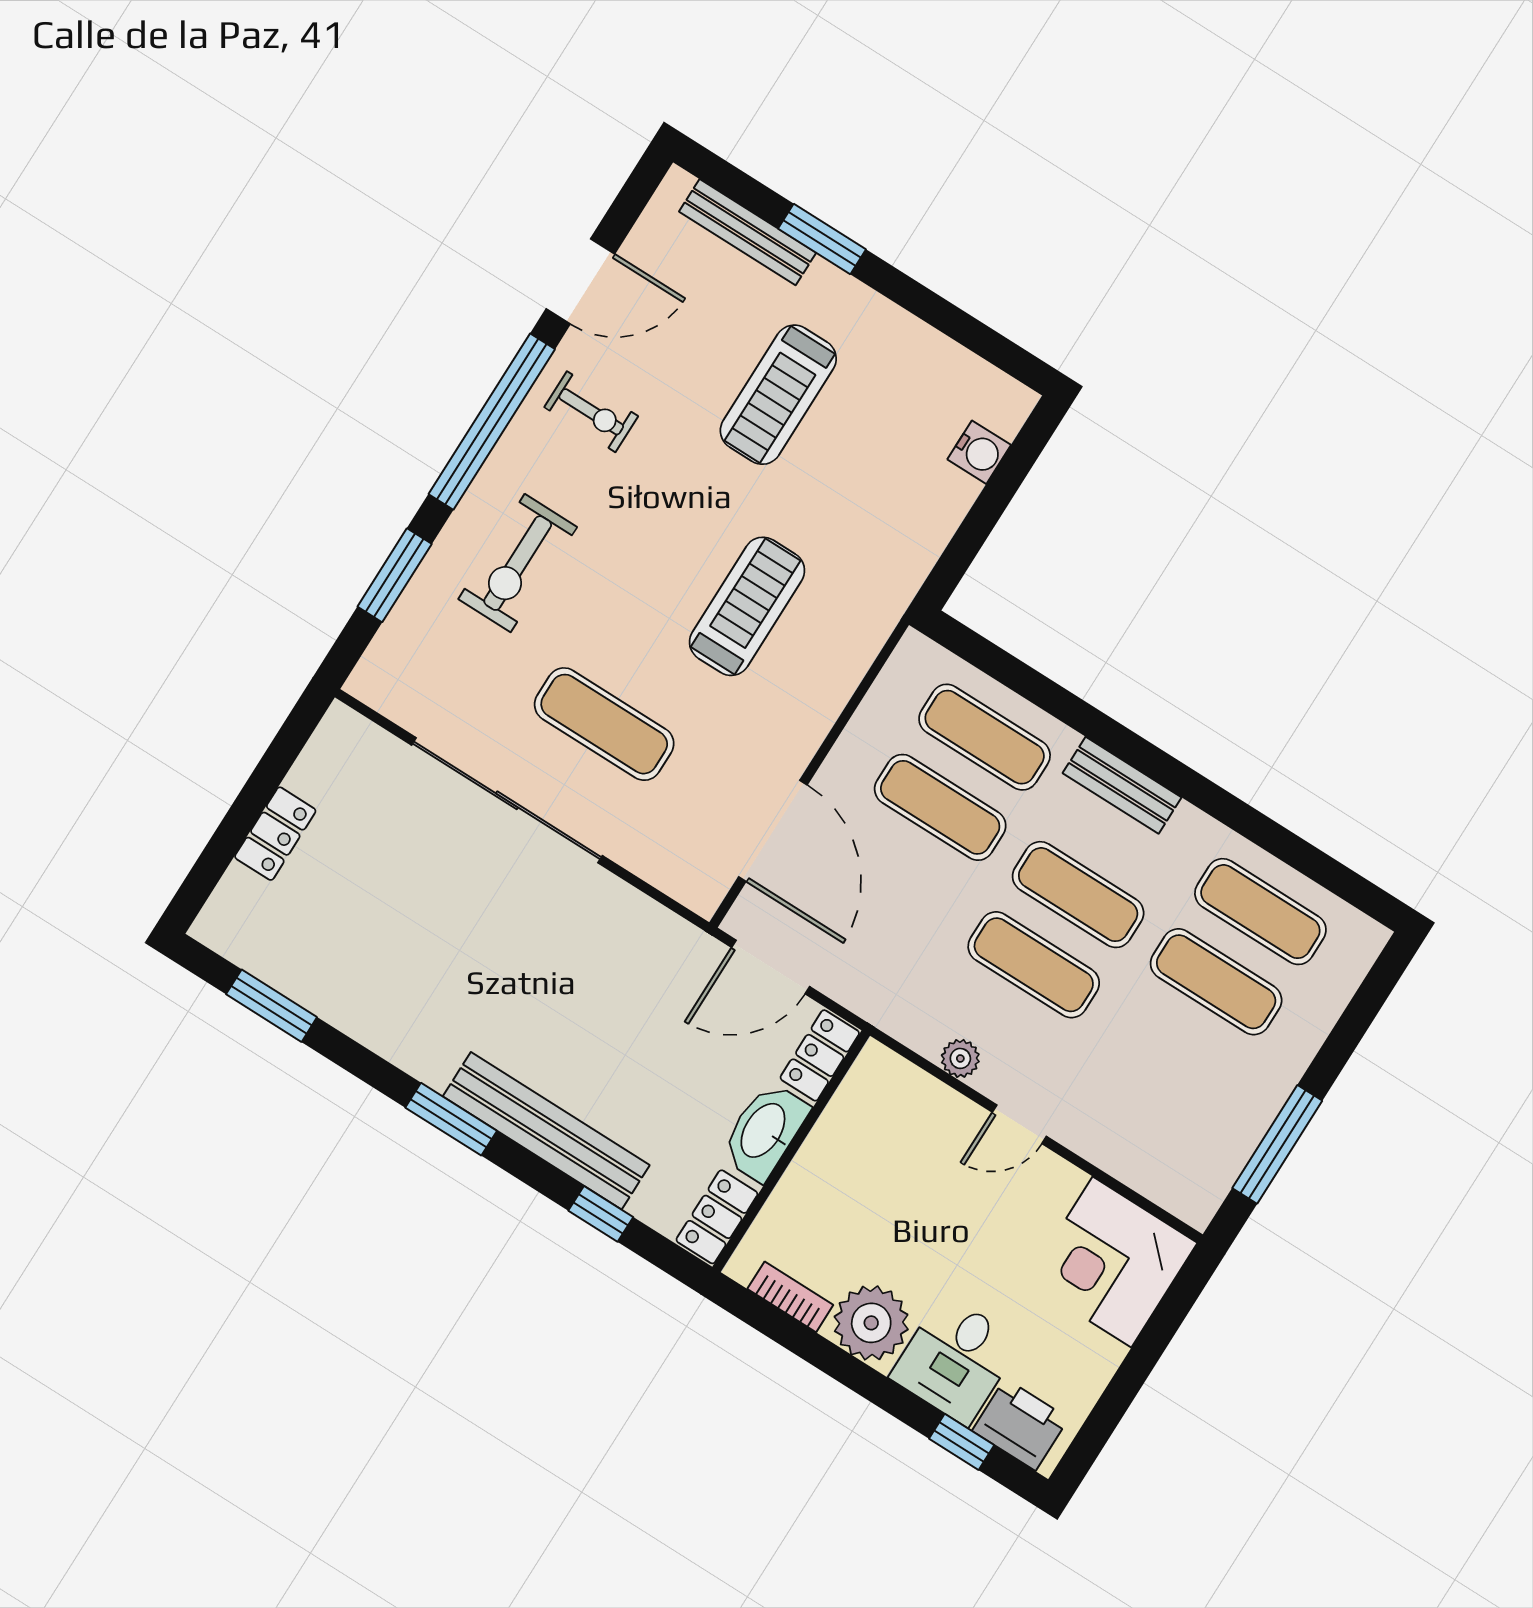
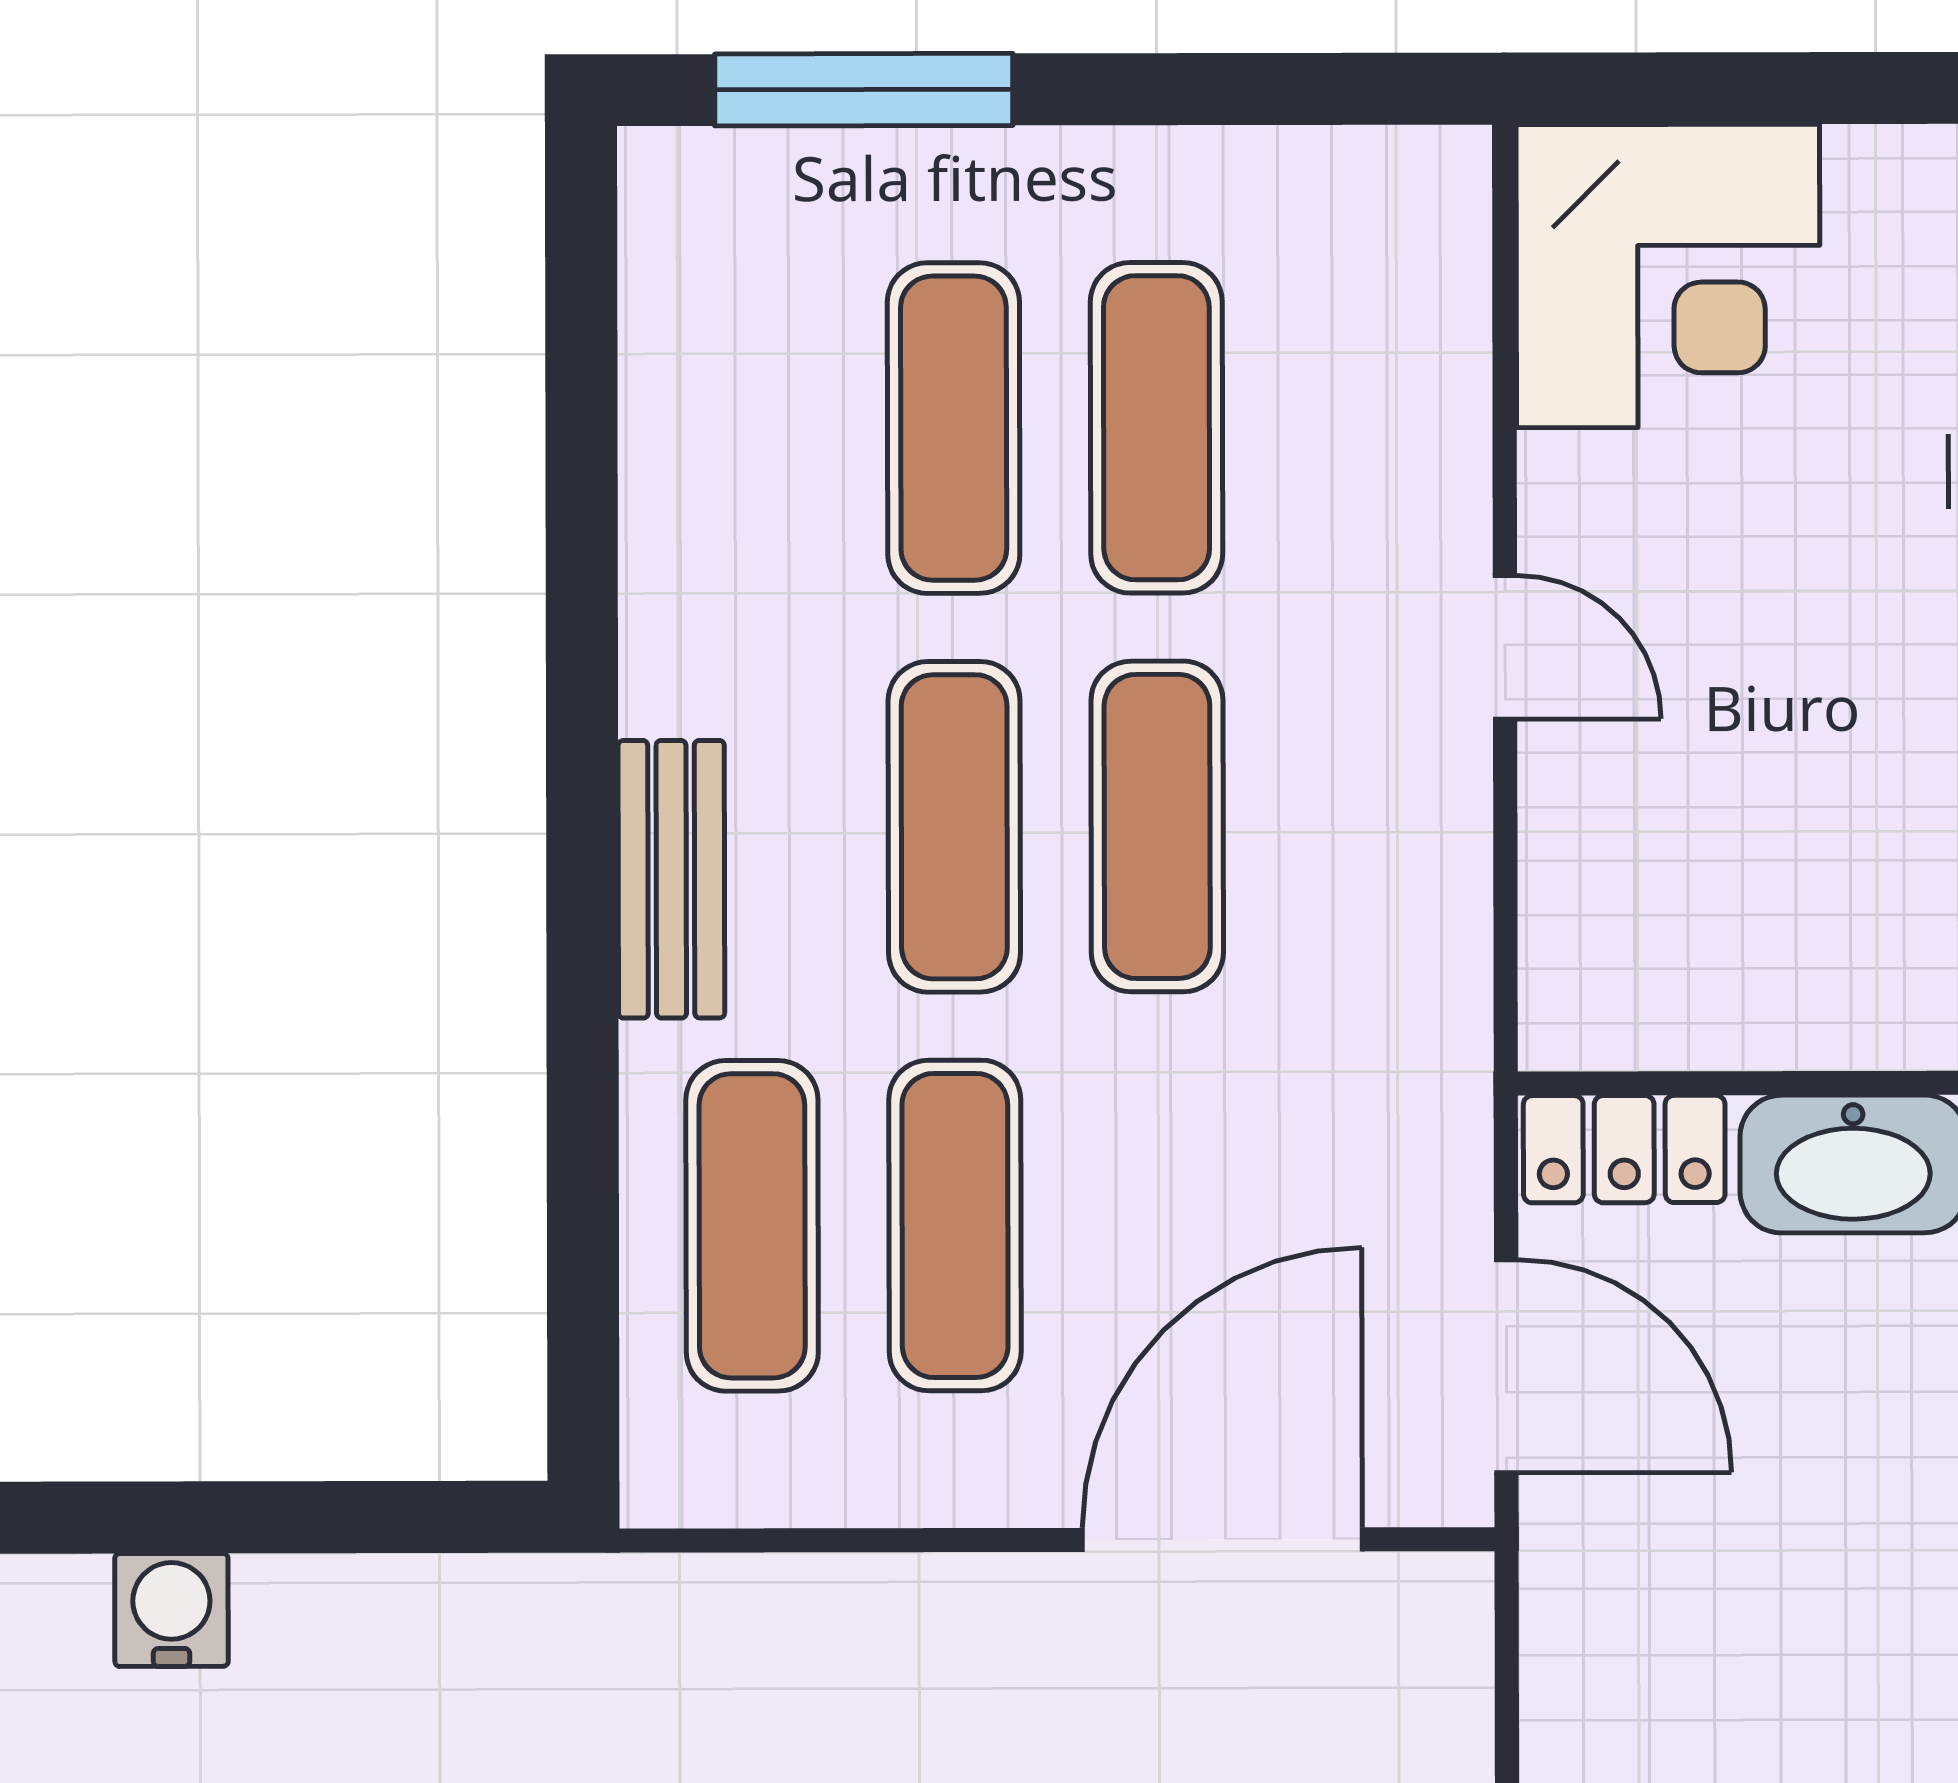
exercise mat: (1260, 912) -> (1156, 428), moved
plant: (960, 1058) -> (1446, 855), removed
window: (1277, 1144) -> (864, 90), moved

